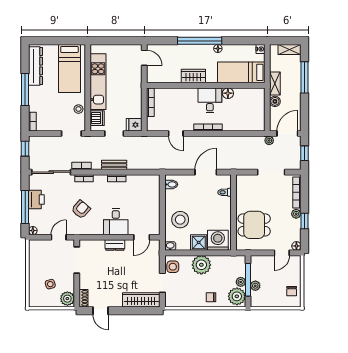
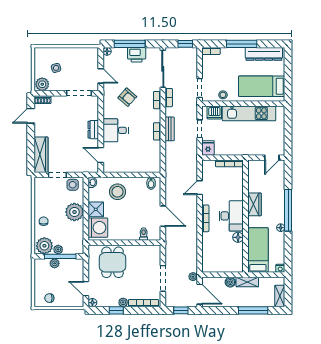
desk: (210, 100) -> (231, 216), width x1.37

